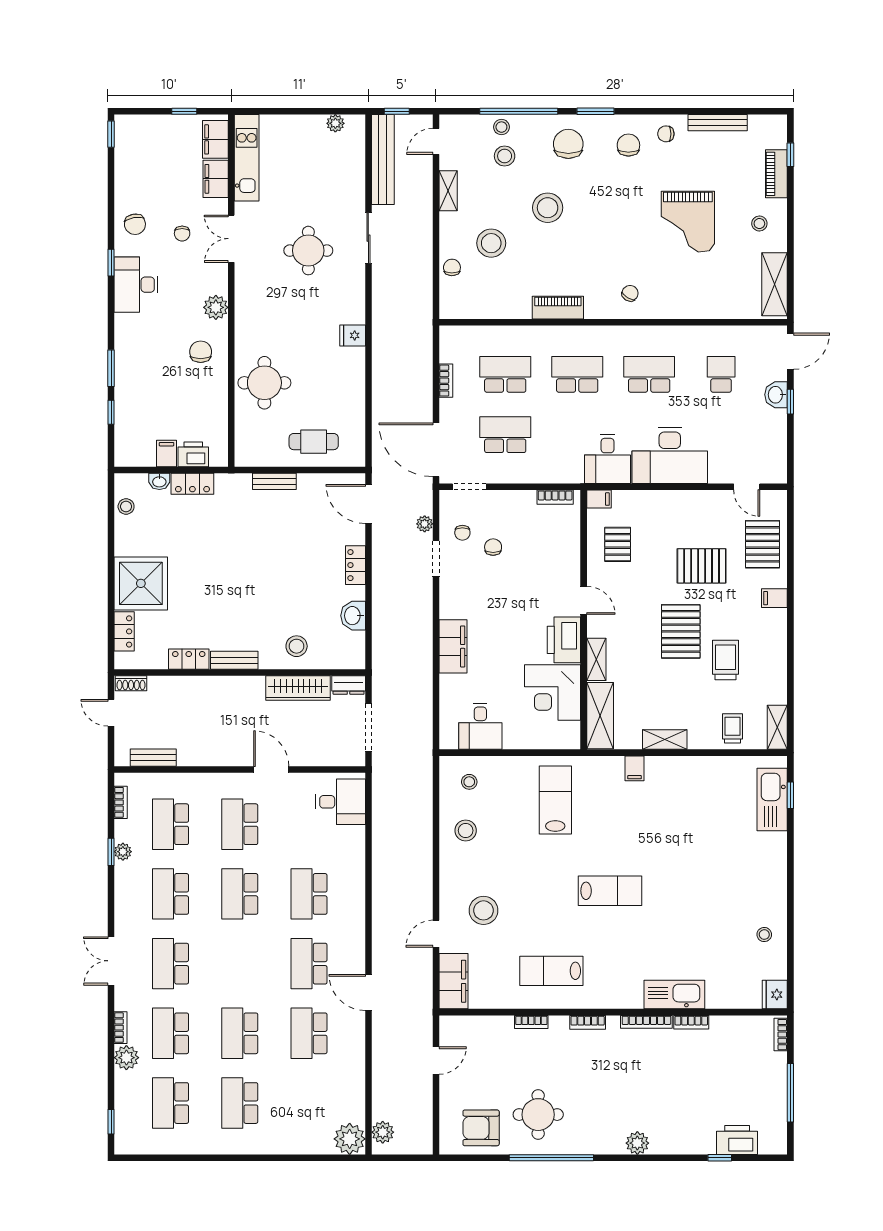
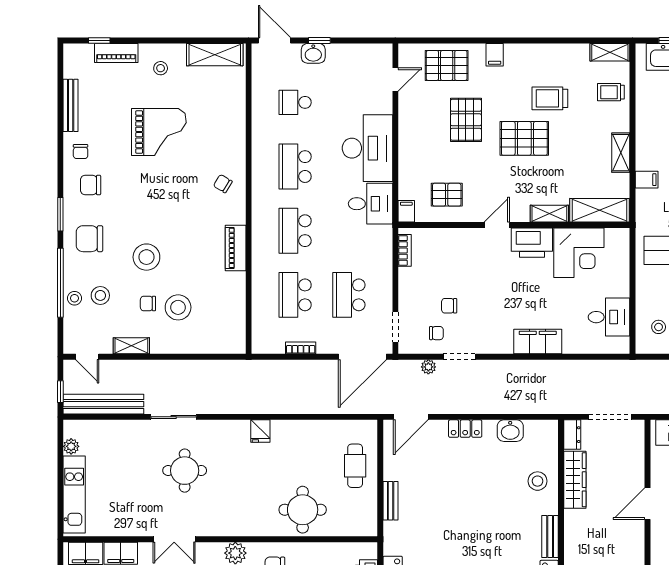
kitchen unit: (247, 158) -> (74, 495), moved, turned 90
chair: (452, 267) -> (148, 303), moved

